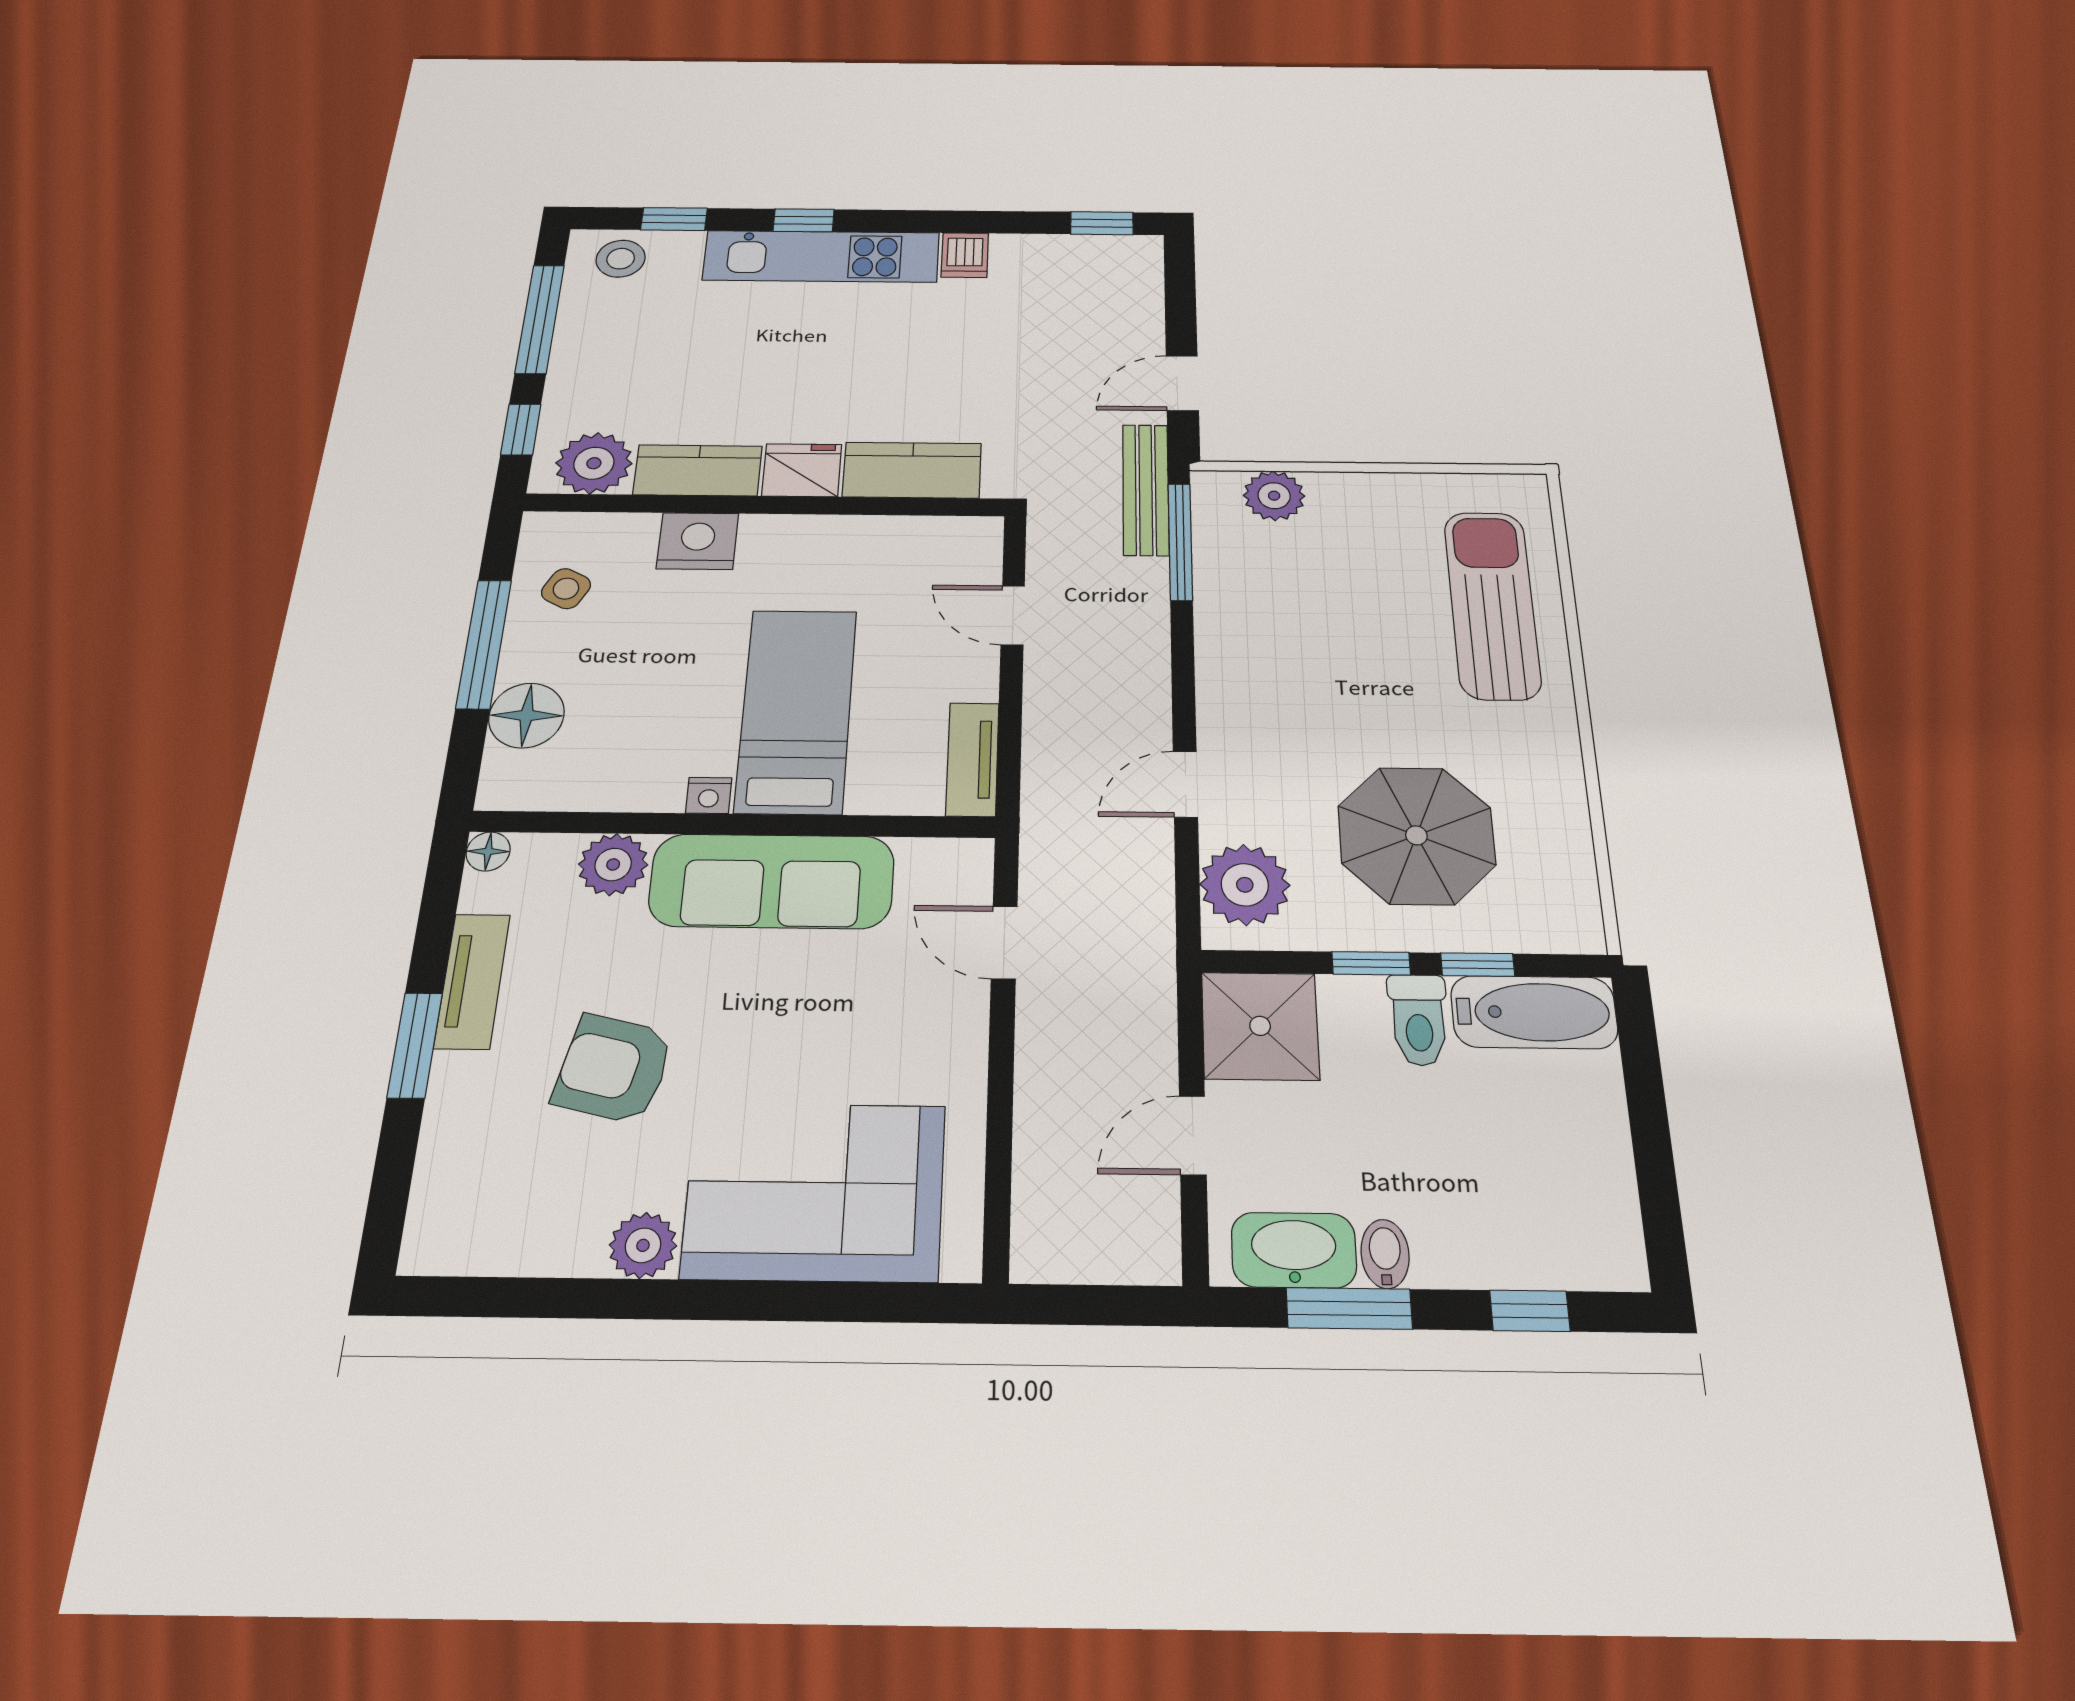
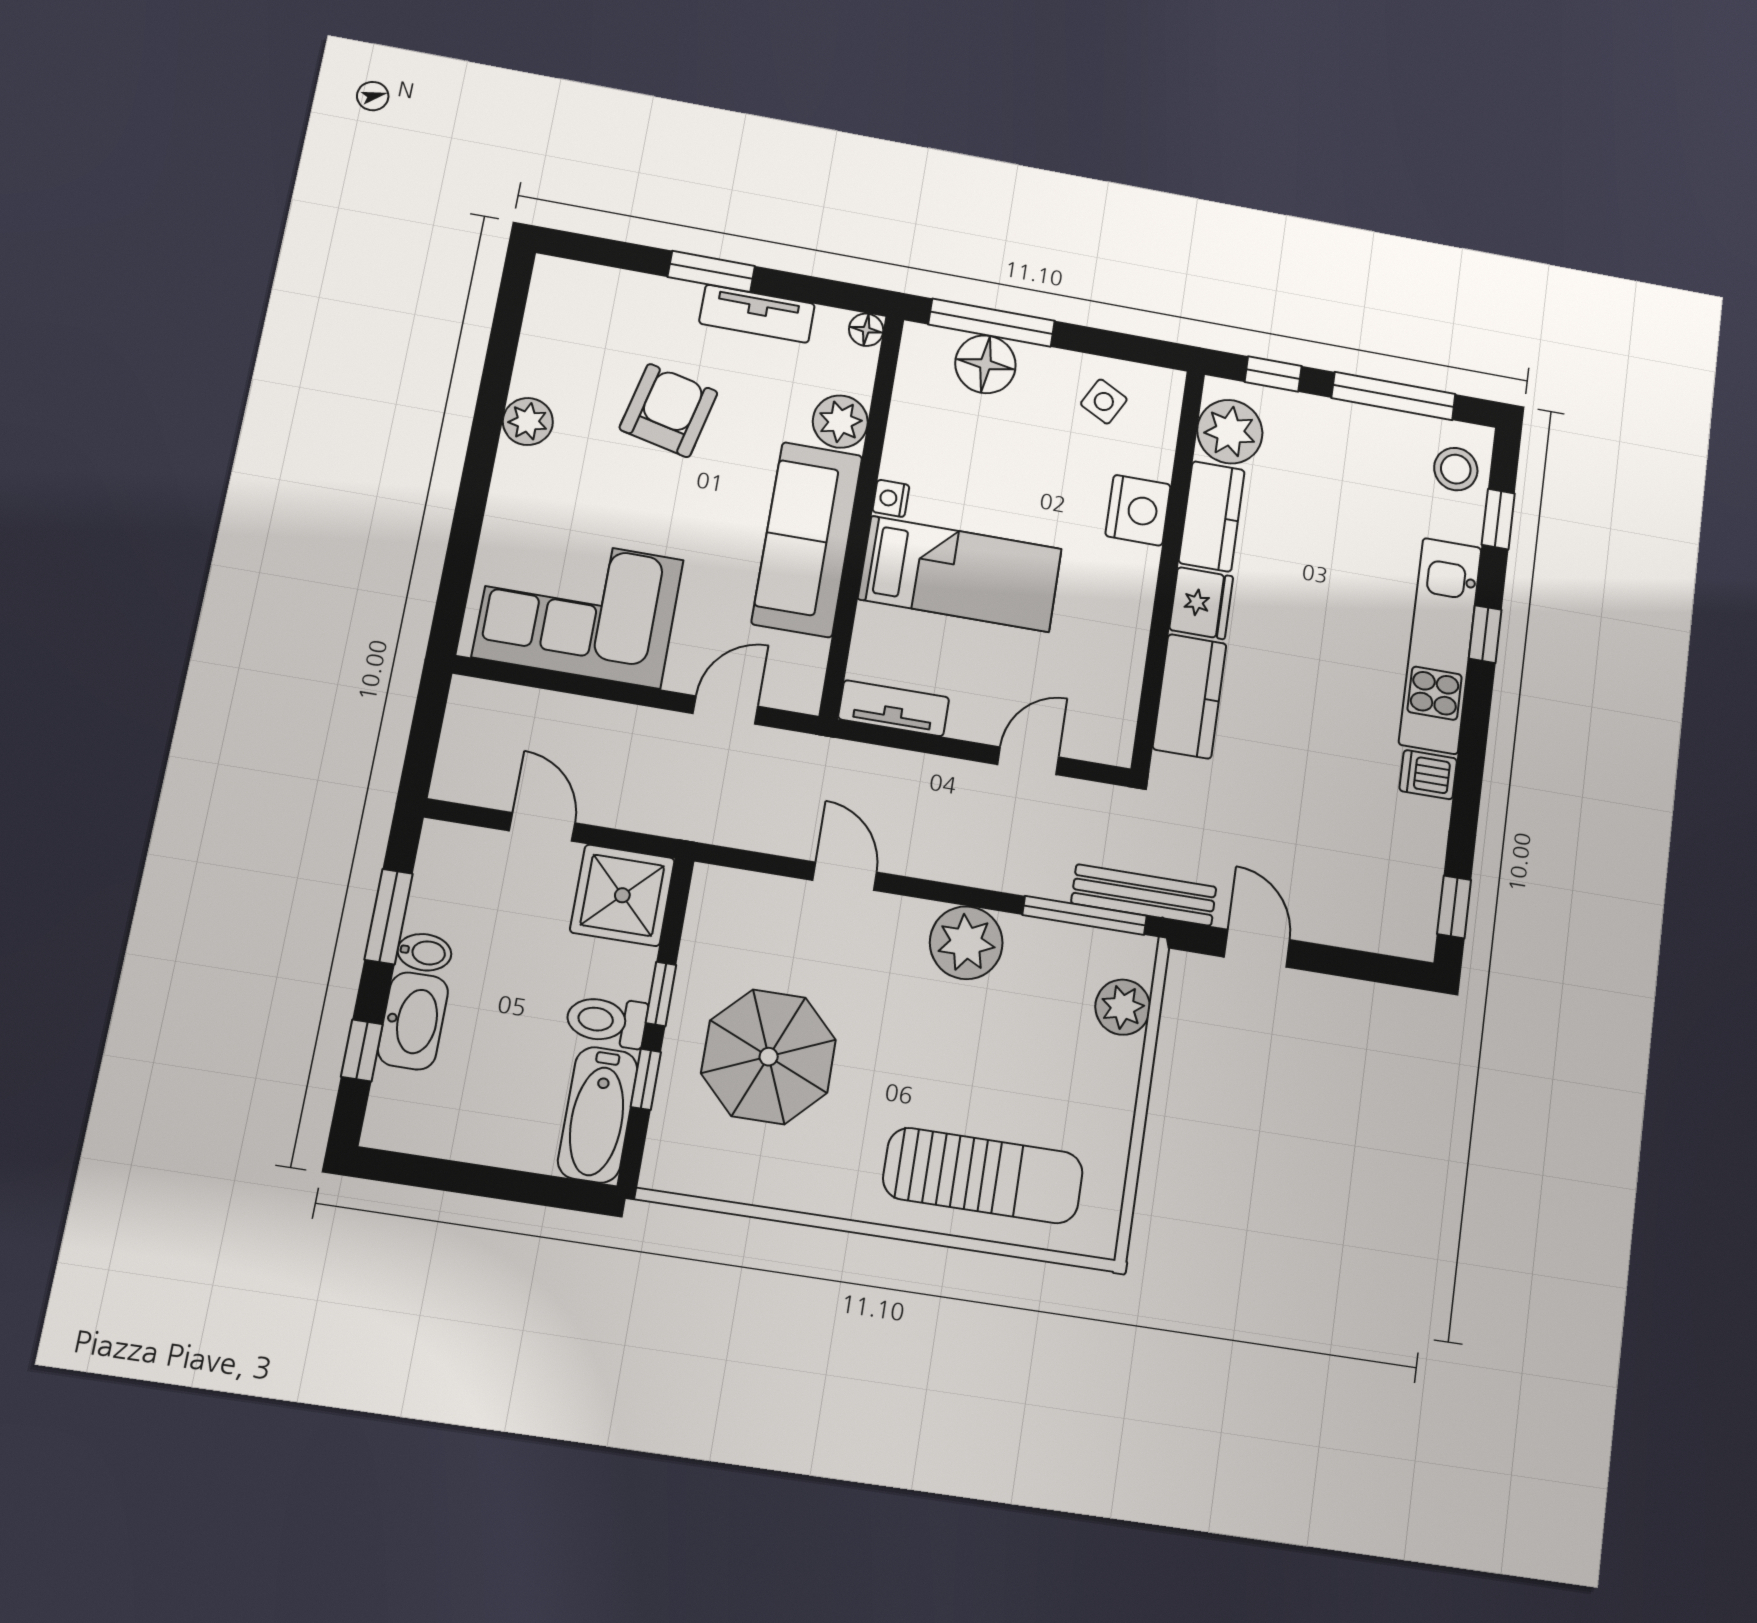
window: (484, 644) -> (992, 323), moved
plant: (1245, 885) -> (966, 943), moved
corner sofa: (815, 1191) -> (578, 608), moved, turned -90
washbasin: (1294, 1250) -> (413, 1021), moved

